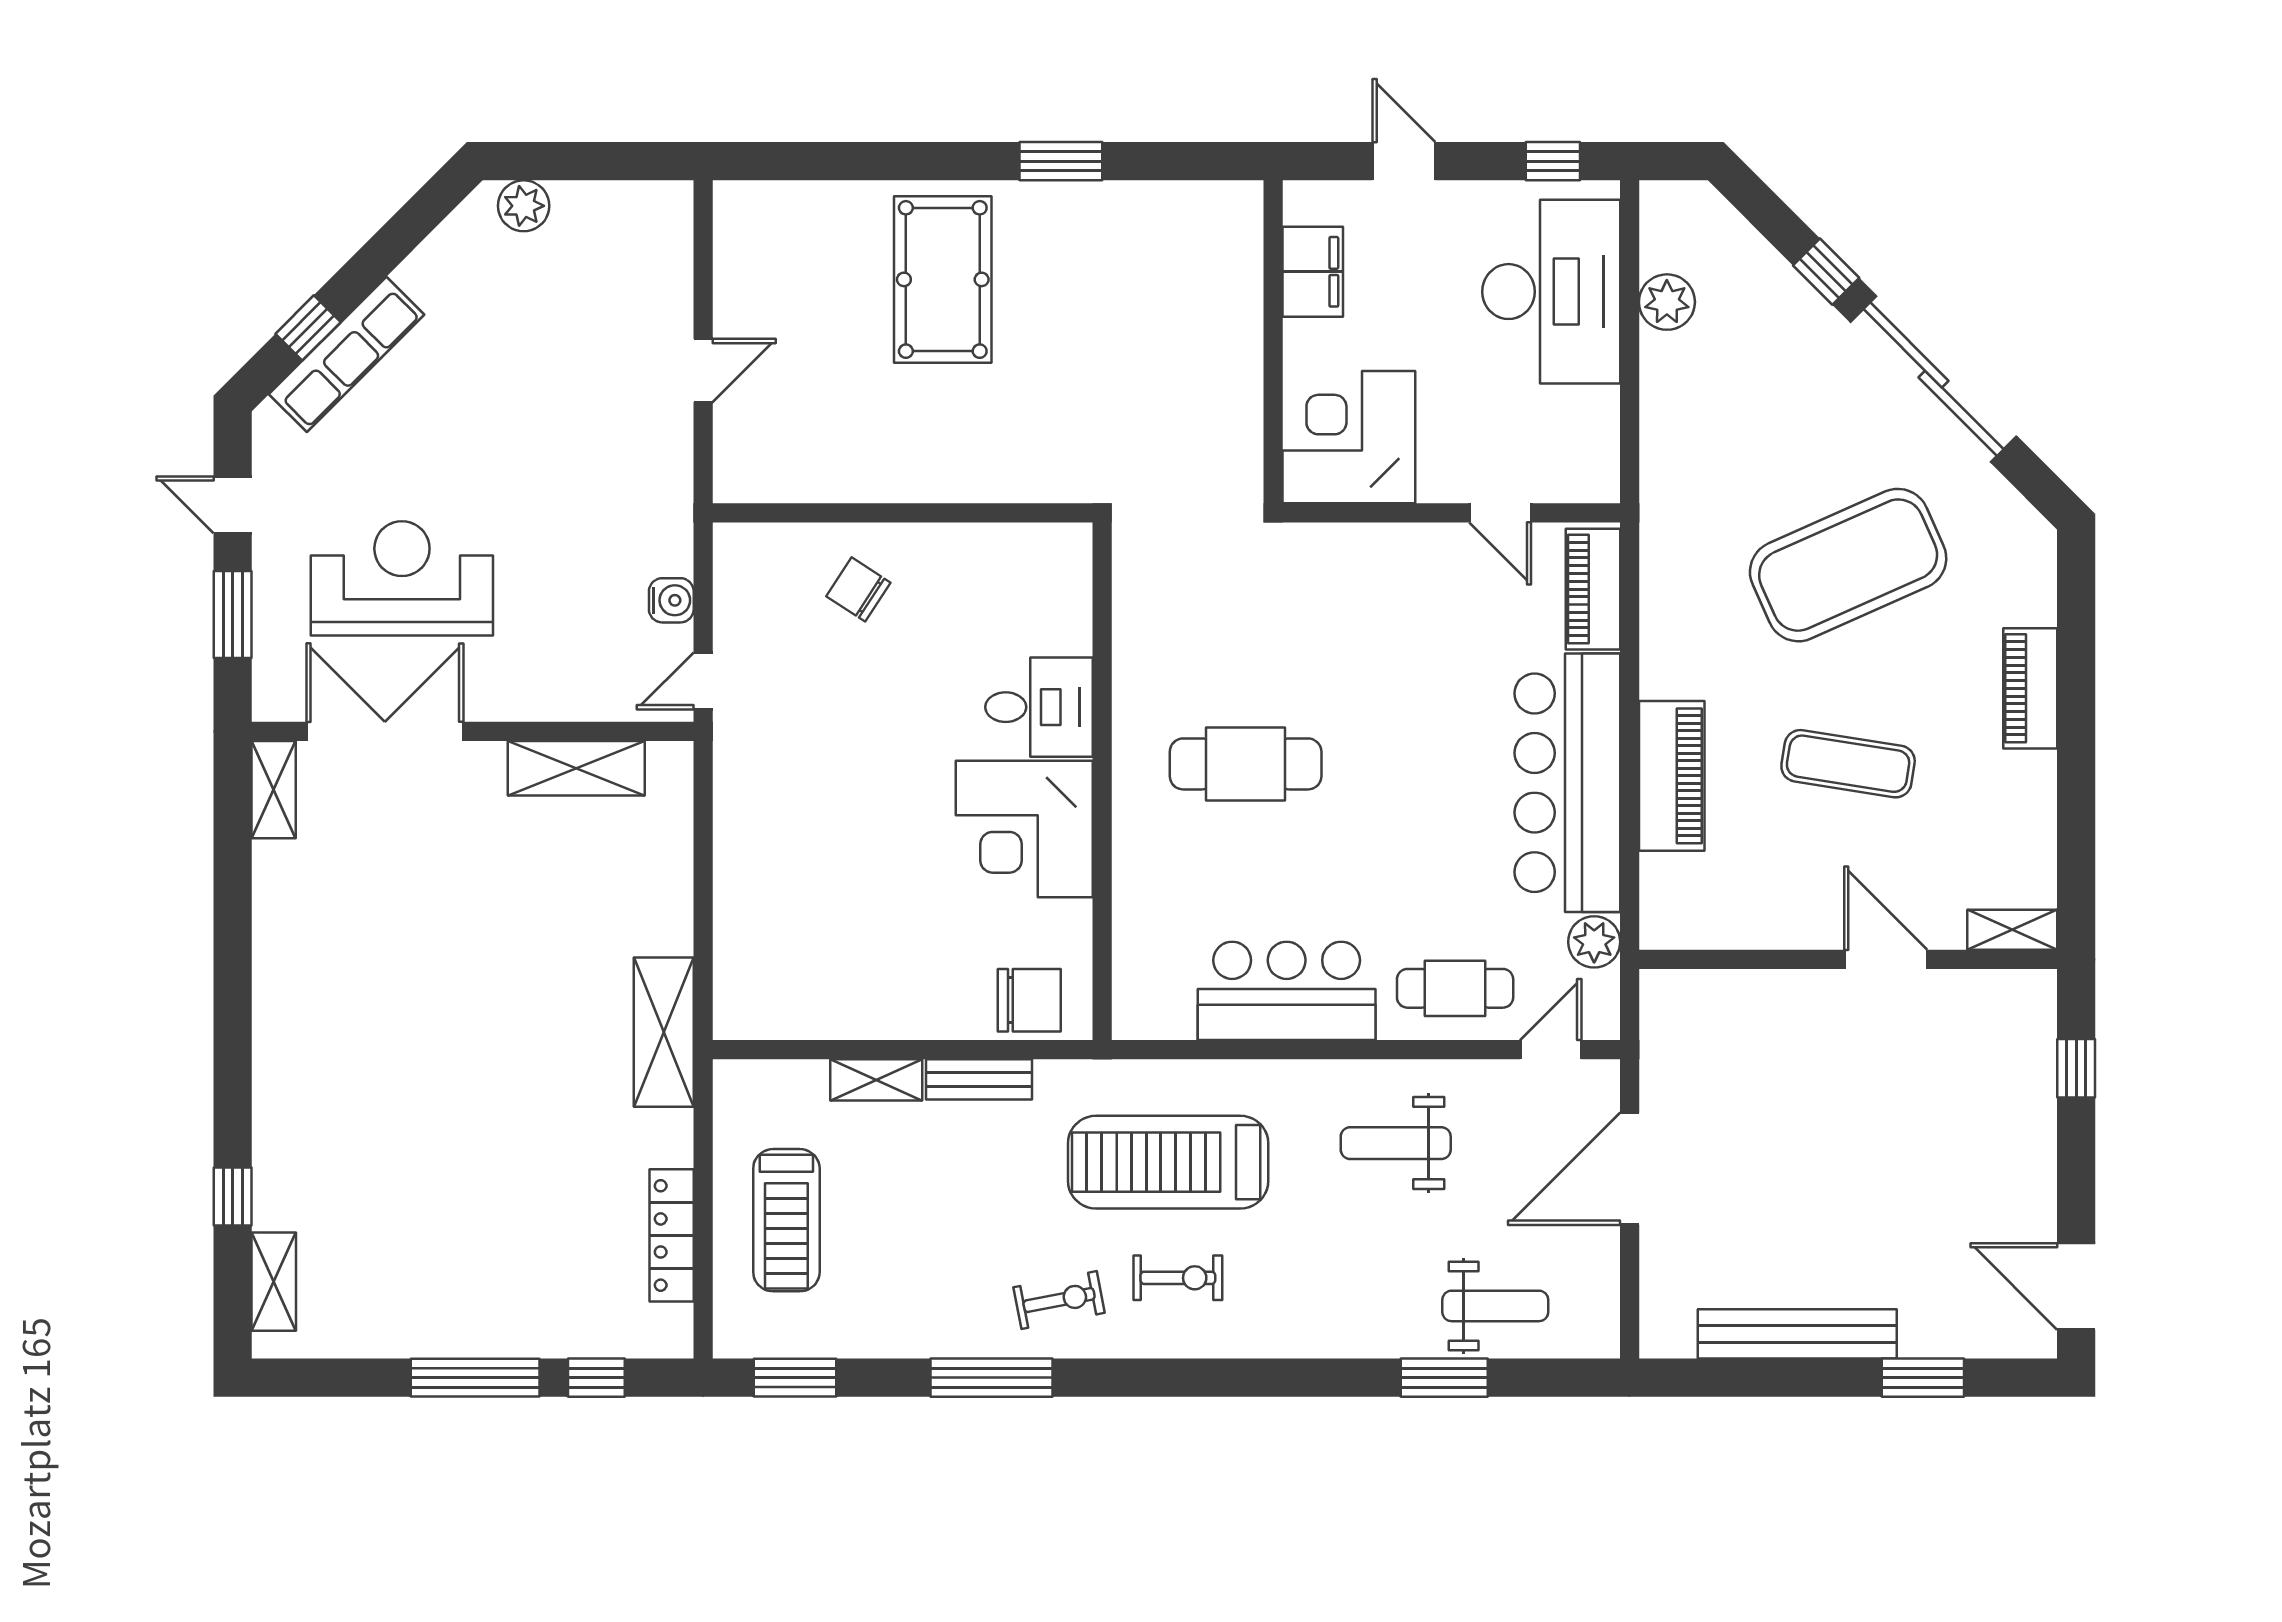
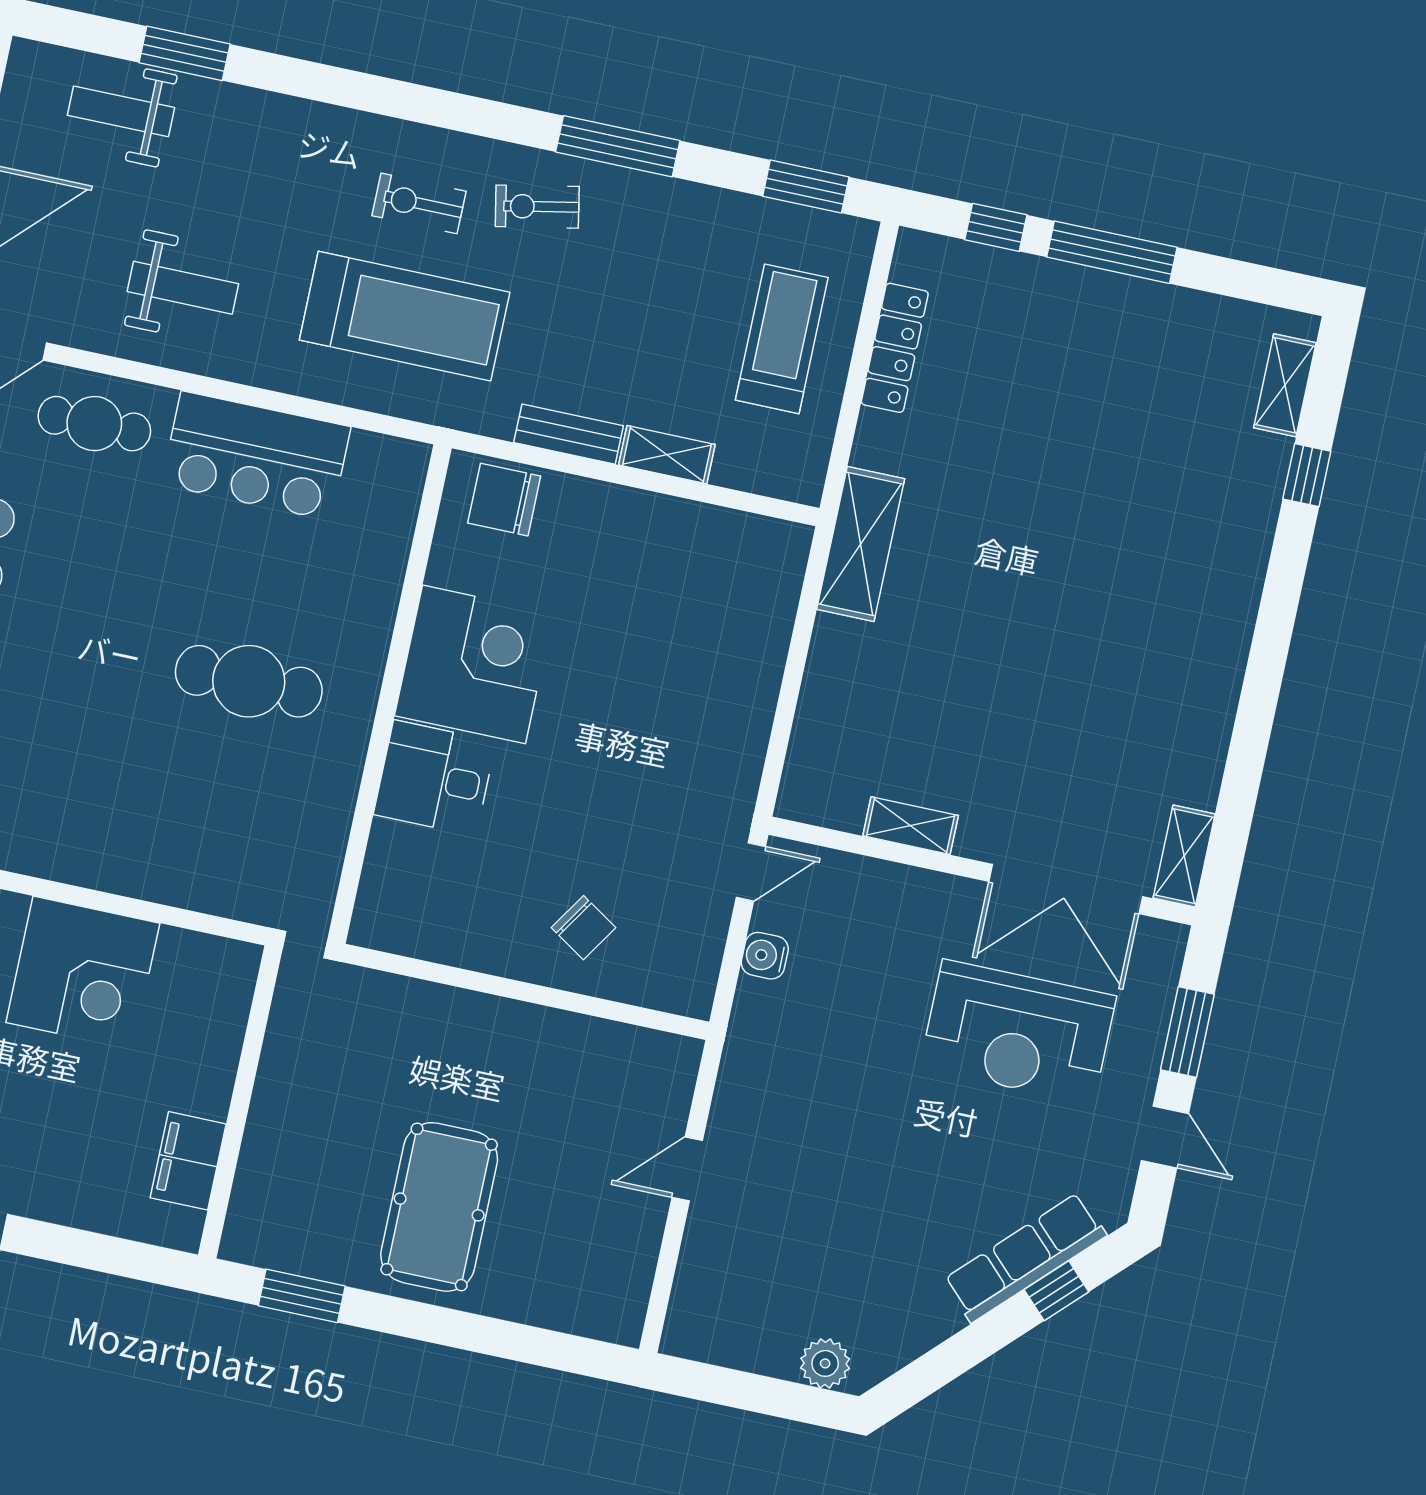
filing cabinet: (1313, 272) -> (188, 1161), moved
wall: (1273, 342) -> (240, 1102), moved
shelving: (576, 768) -> (911, 826), width x0.67, depth x0.75

